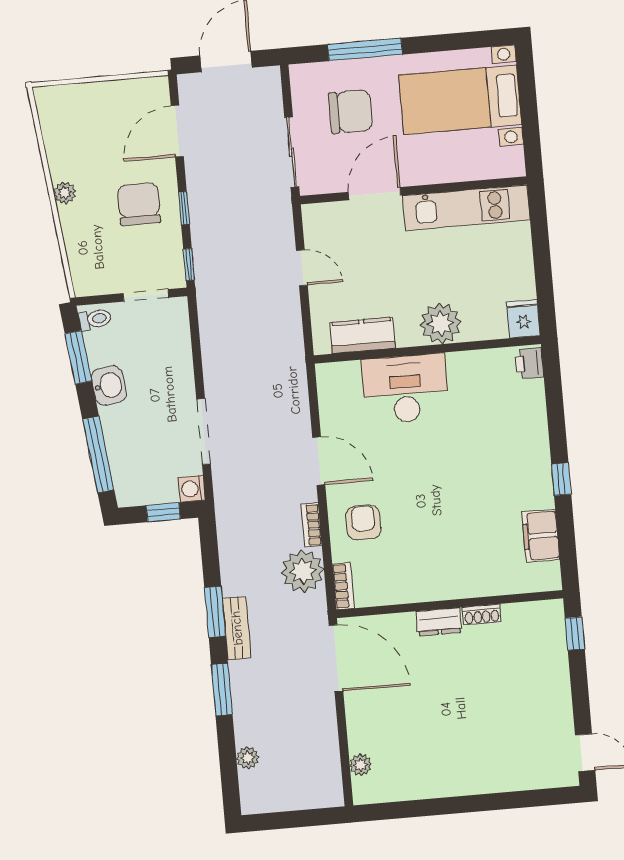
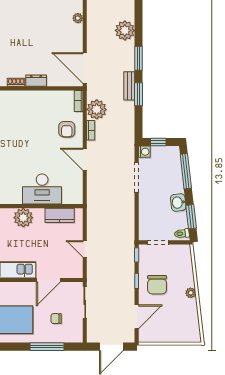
chair: (351, 112) -> (56, 319), width x0.54, depth x0.54
plant: (248, 758) -> (125, 30), width x1.88, depth x1.88

